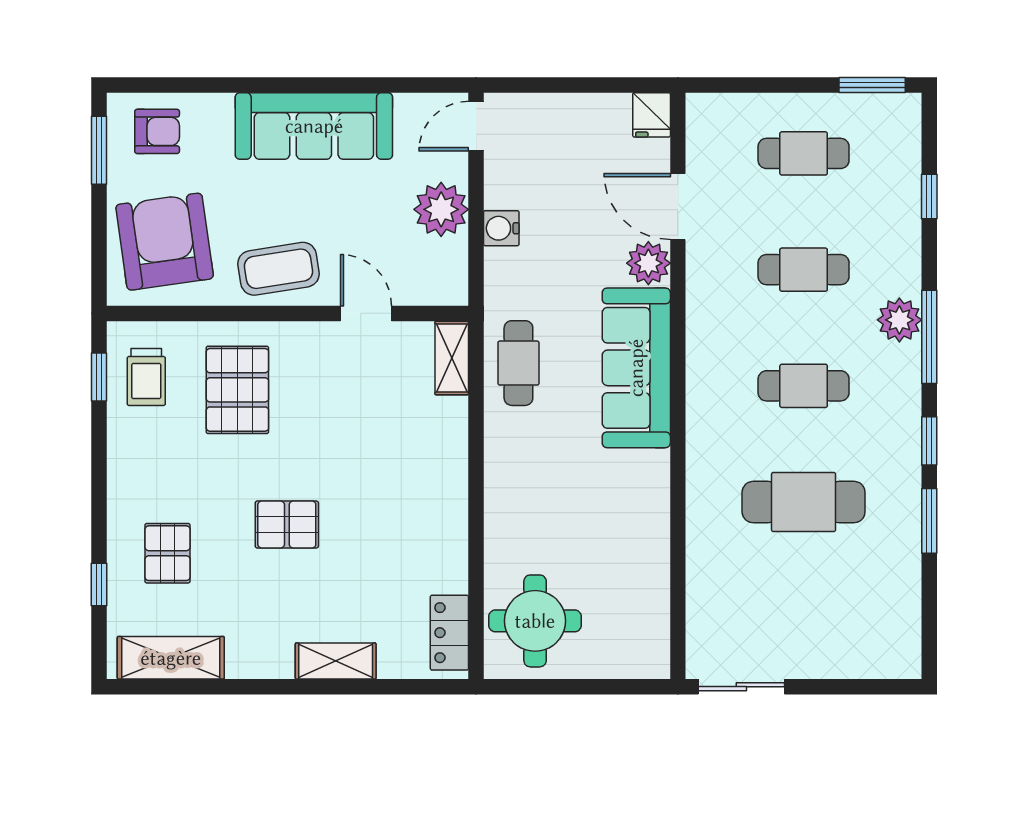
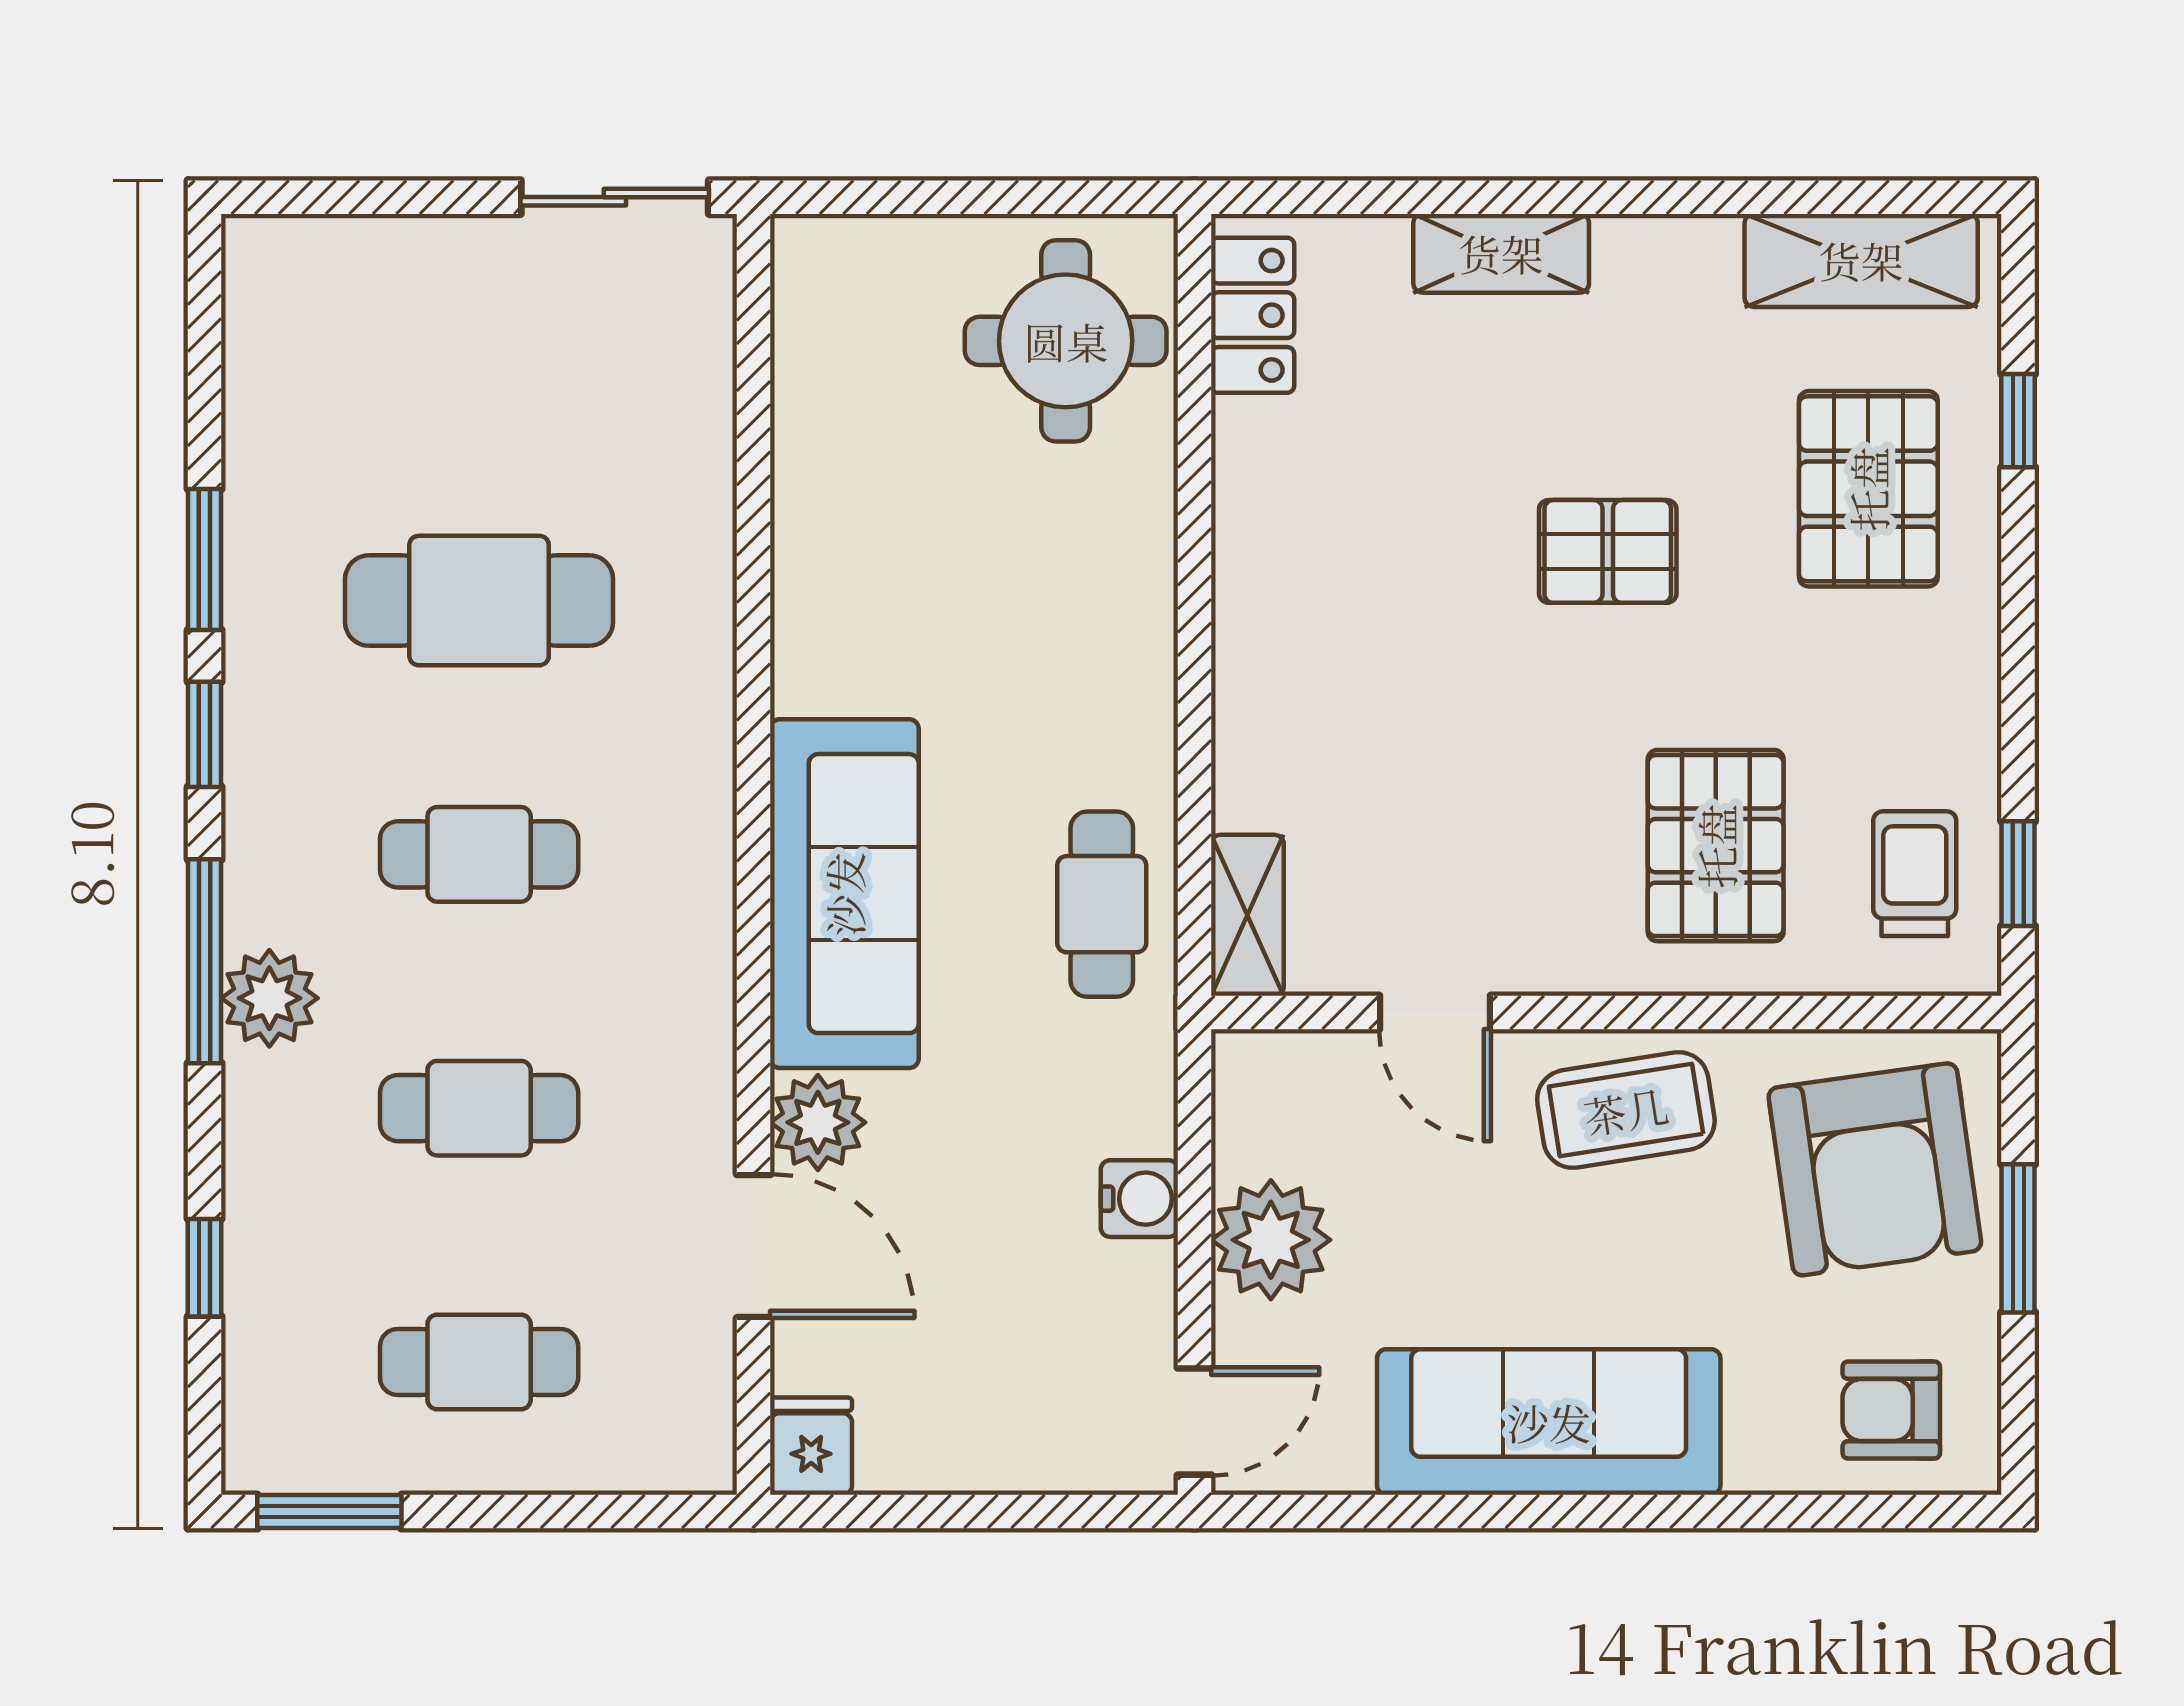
window: (99, 150) -> (2018, 1238), moved
pallet: (168, 553) -> (1868, 489), width x1.50, depth x1.42

